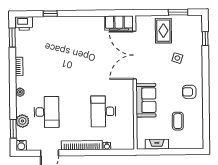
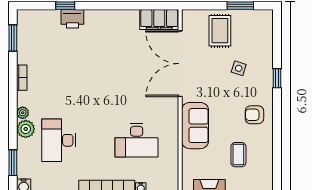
printer: (24, 23) -> (72, 19), moved
window: (205, 39) -> (277, 78), moved
desk: (103, 111) -> (137, 140), turned -90
desk: (46, 112) -> (59, 140), turned 180
plant: (22, 121) -> (26, 129), moved

